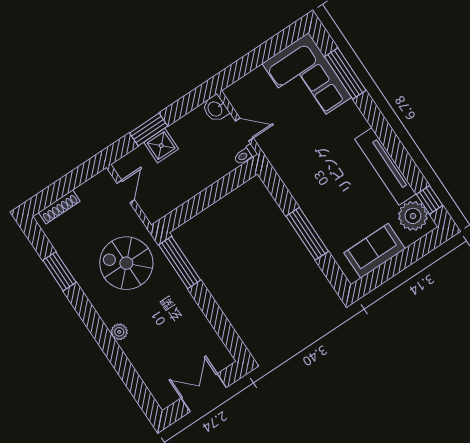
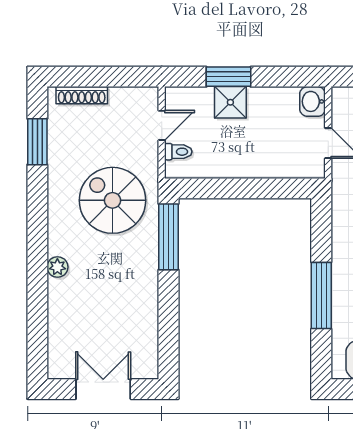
toilet: (245, 155) -> (178, 152), moved, turned 180
window: (60, 271) -> (37, 142), moved

